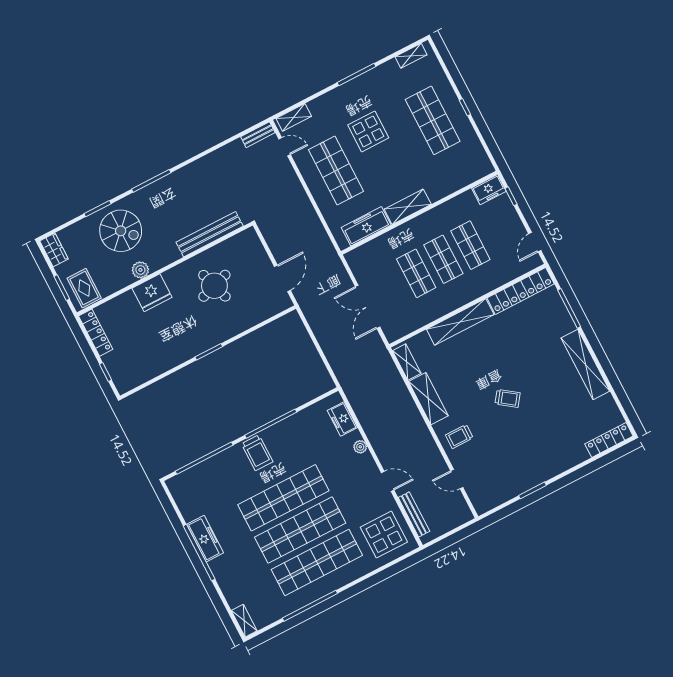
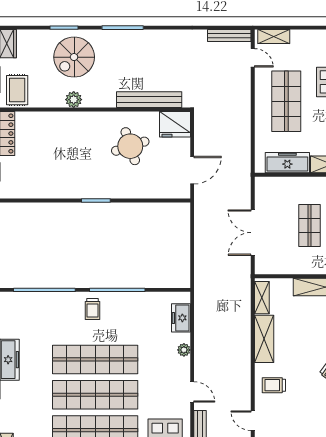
bench: (258, 135) -> (229, 36), width x1.36
spiral stairs: (121, 231) -> (74, 57), turned 90
fridge: (152, 293) -> (175, 124), moved
trolley: (257, 453) -> (93, 309), width x0.73, depth x0.72

